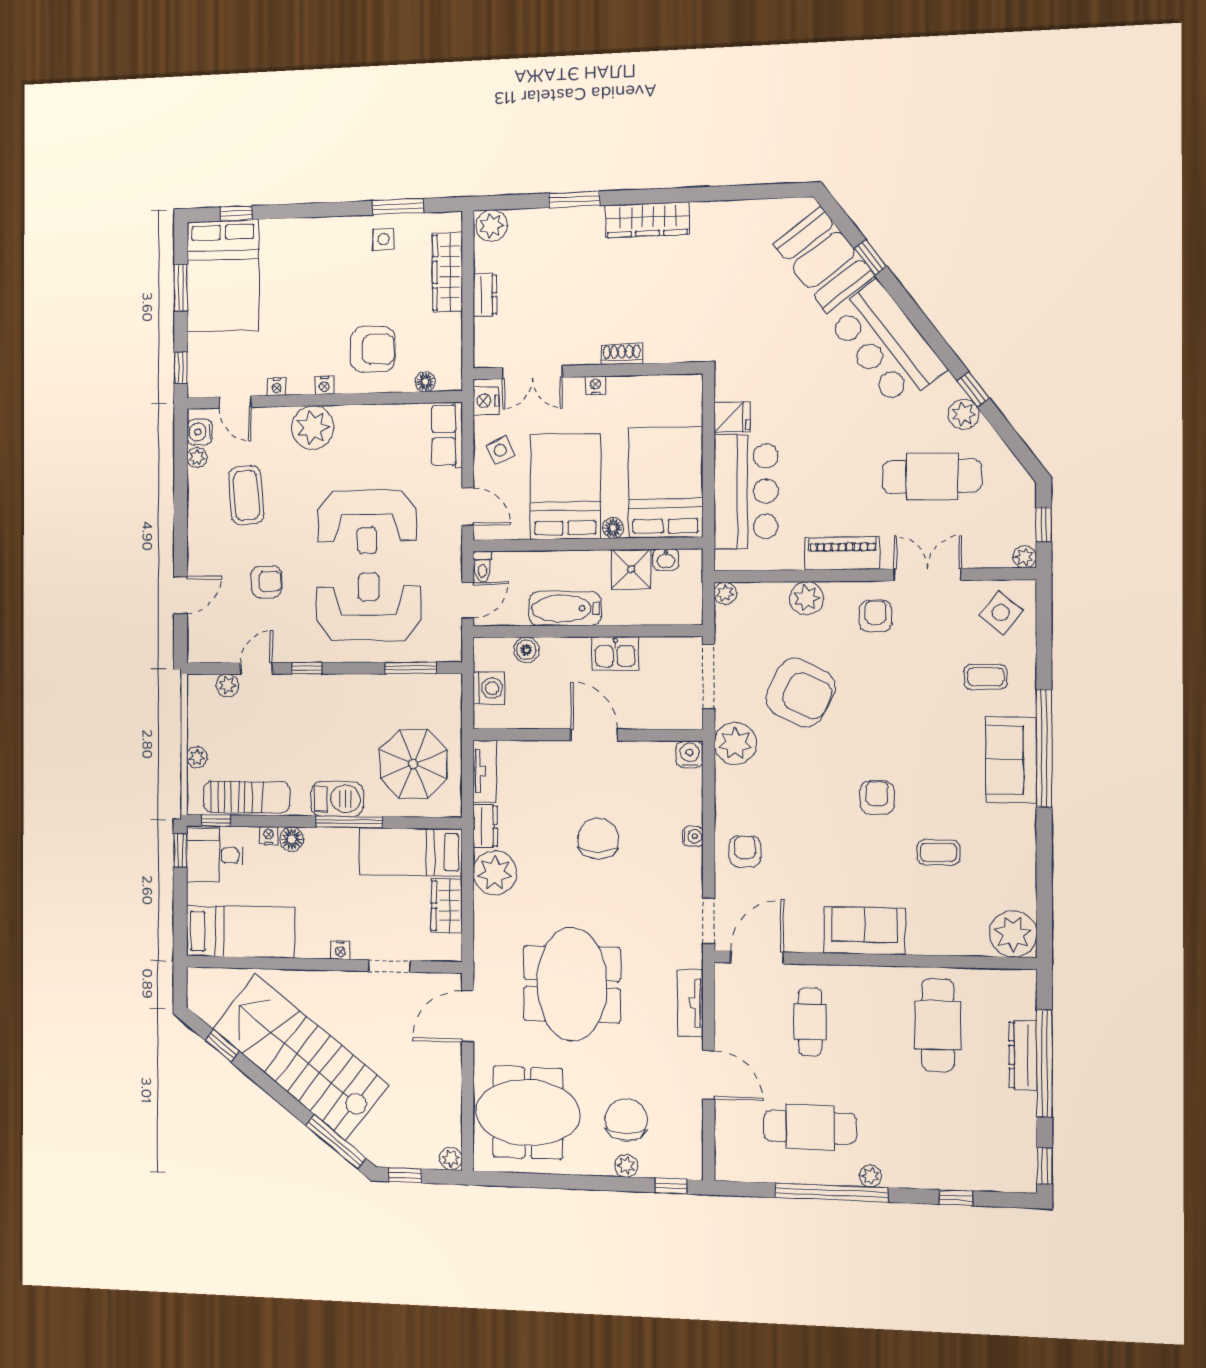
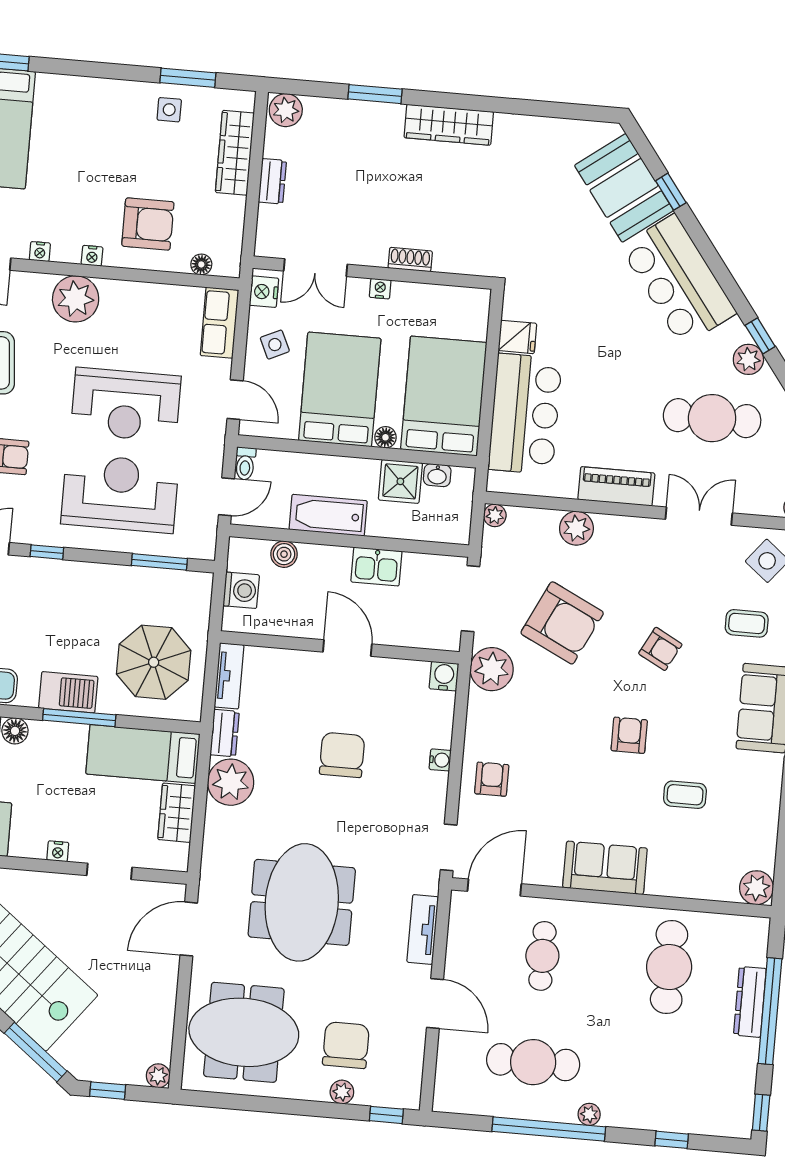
armchair: (875, 616) -> (660, 649), moved, turned 118
plant: (1013, 934) -> (756, 888), width x0.73, depth x0.73

